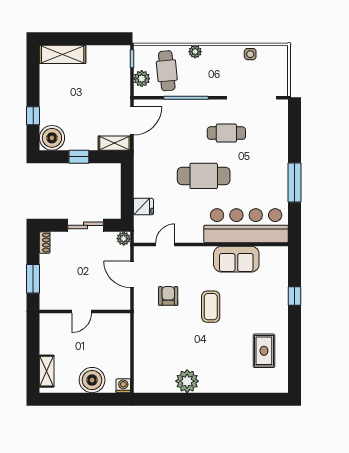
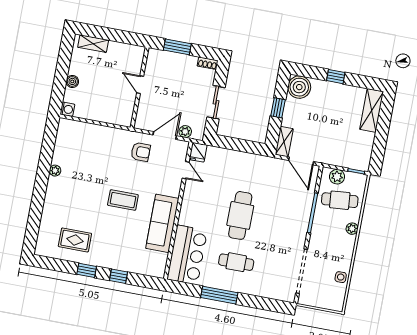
window: (33, 116) -> (336, 77), moved
cafe table: (226, 133) -> (236, 262), moved, turned 90
fridge: (143, 207) -> (198, 152), moved
bar counter: (246, 226) -> (187, 255), width x0.73
plant: (124, 239) -> (185, 132), moved
sofa: (236, 259) -> (162, 223), width x1.36
armchair: (168, 296) -> (141, 152), moved
window: (295, 332) -> (87, 270), added
boiler: (92, 380) -> (72, 81), width x0.54, depth x0.54
plant: (187, 381) -> (55, 171), width x0.53, depth x0.53

